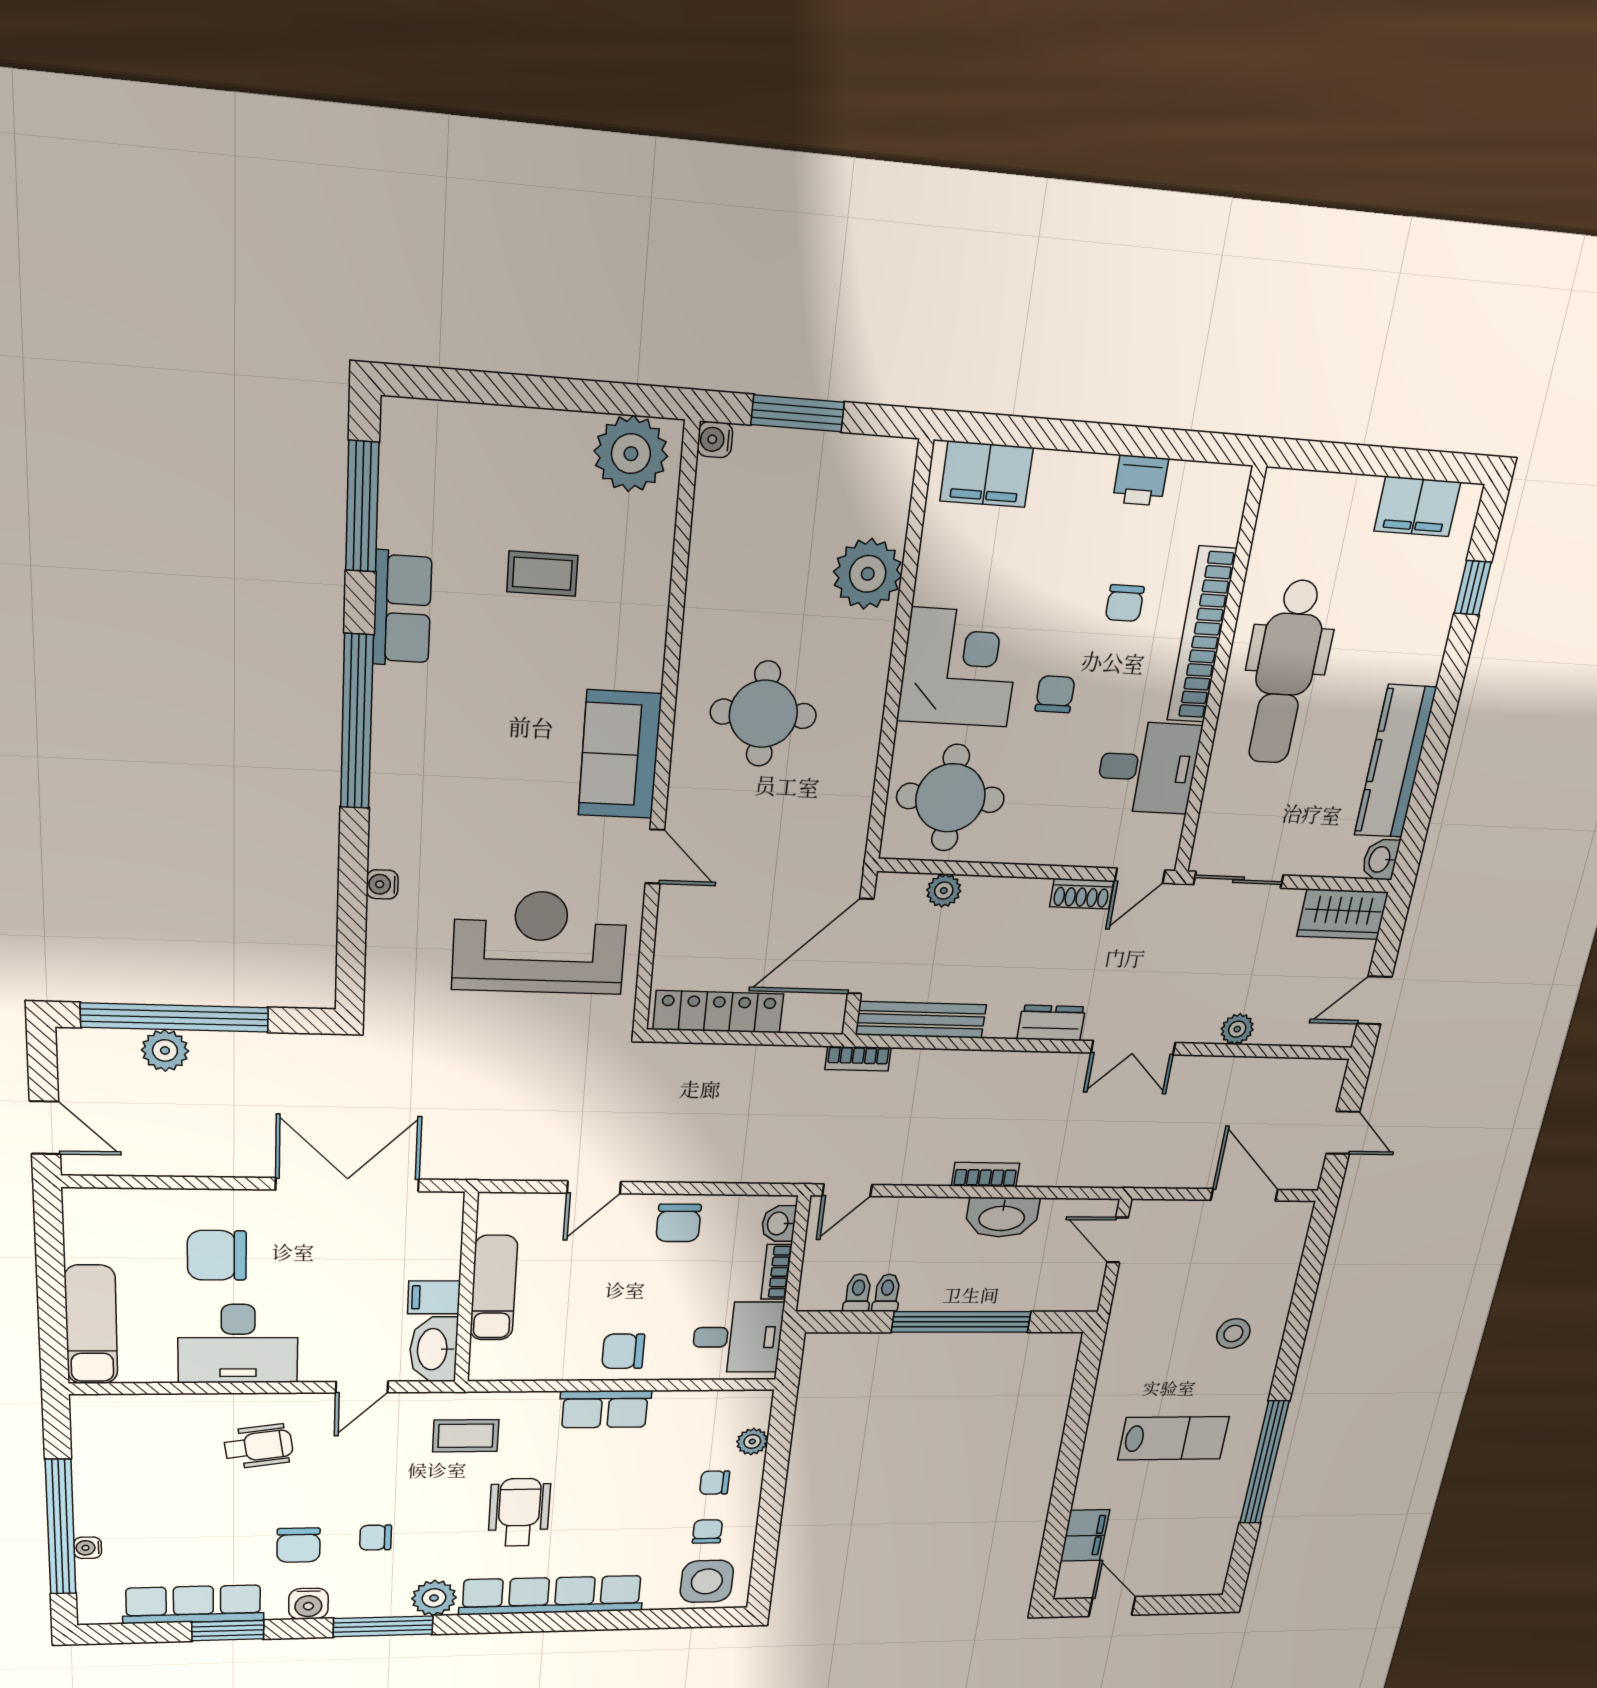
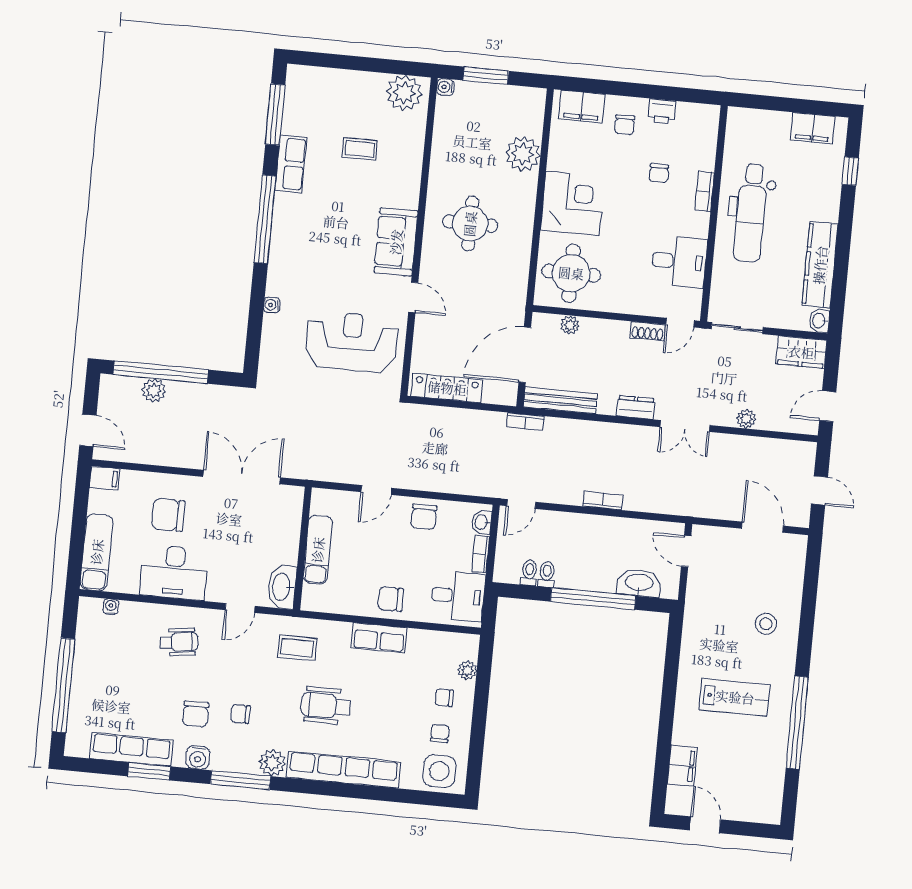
bookcase: (1202, 635) -> (705, 191), width x0.43, depth x0.76
chair: (1055, 694) -> (625, 125), moved, turned 180
washbasin: (1002, 1217) -> (639, 583), moved, turned 180
filing cabinet: (434, 1297) -> (105, 478), moved, turned 180
wheelchair: (519, 1512) -> (326, 706), turned -90
water cooler: (88, 1548) -> (111, 607), moved, turned 90

